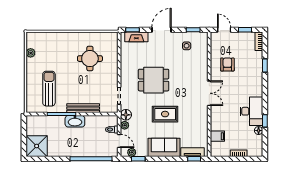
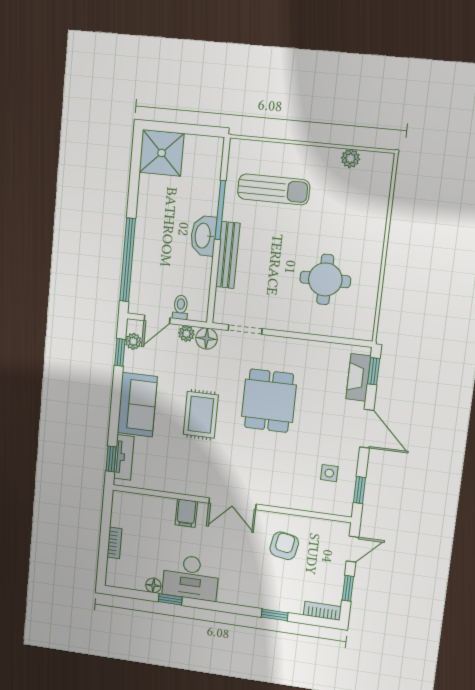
armchair: (227, 64) -> (284, 546), turned -80
filing cabinet: (217, 136) -> (186, 513), moved

